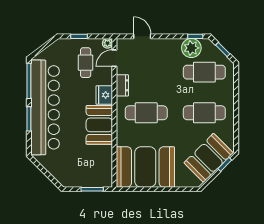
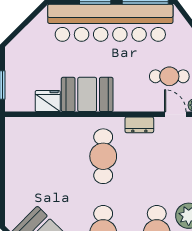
fridge: (104, 95) -> (48, 101), moved
booth: (145, 167) -> (32, 155), removed

